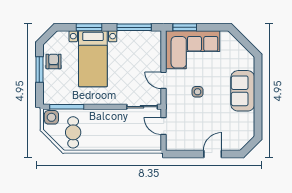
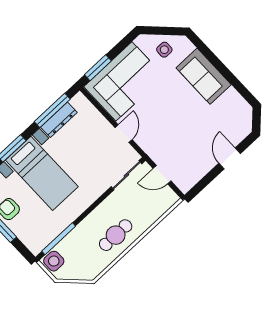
dresser: (133, 36) -> (59, 120), added
door: (164, 80) -> (124, 134), swing flipped
side table: (198, 92) -> (164, 50), moved
cafe table: (73, 132) -> (116, 235), moved, turned 90

